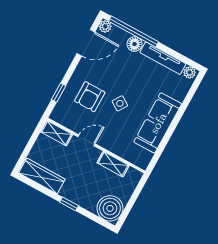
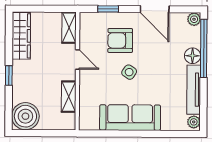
door: (86, 43) -> (155, 9), moved

